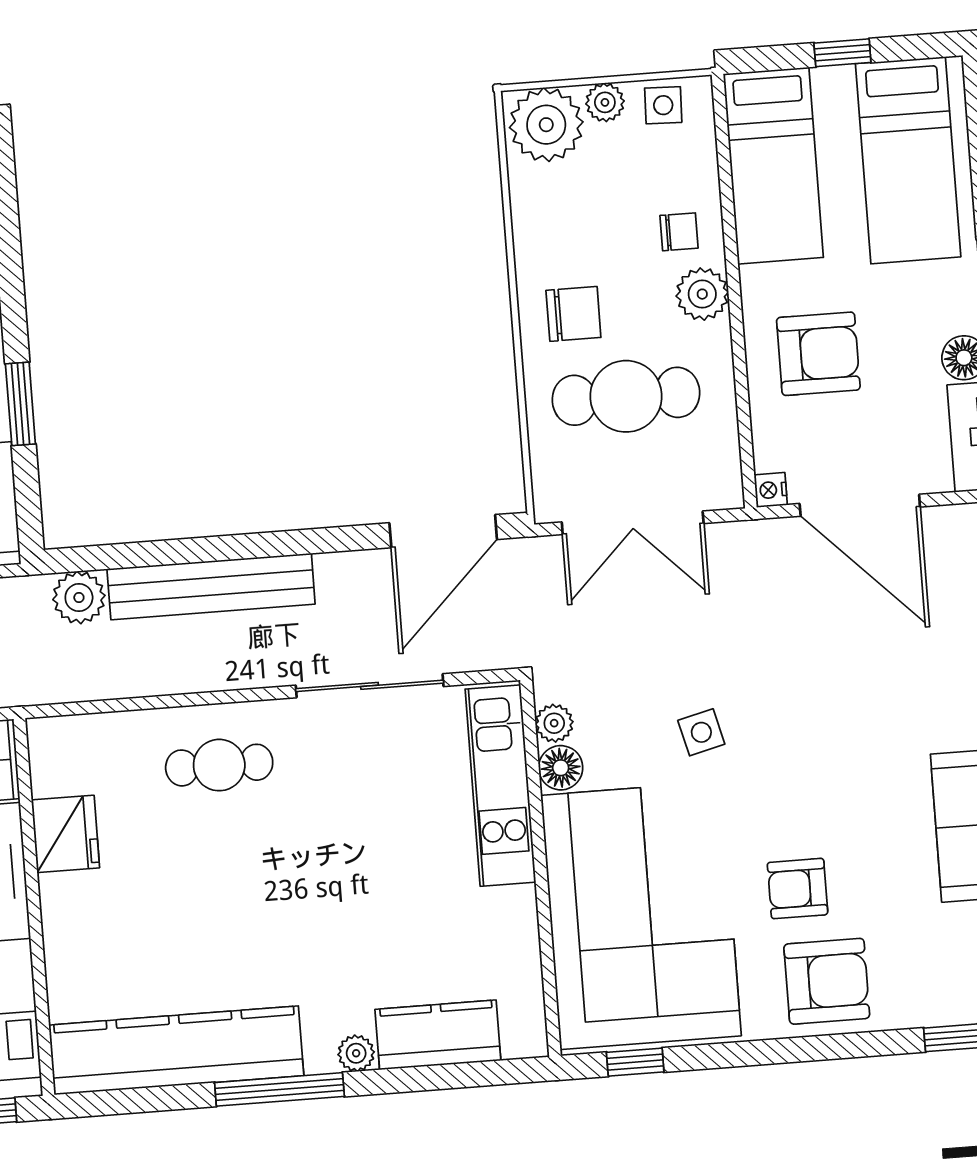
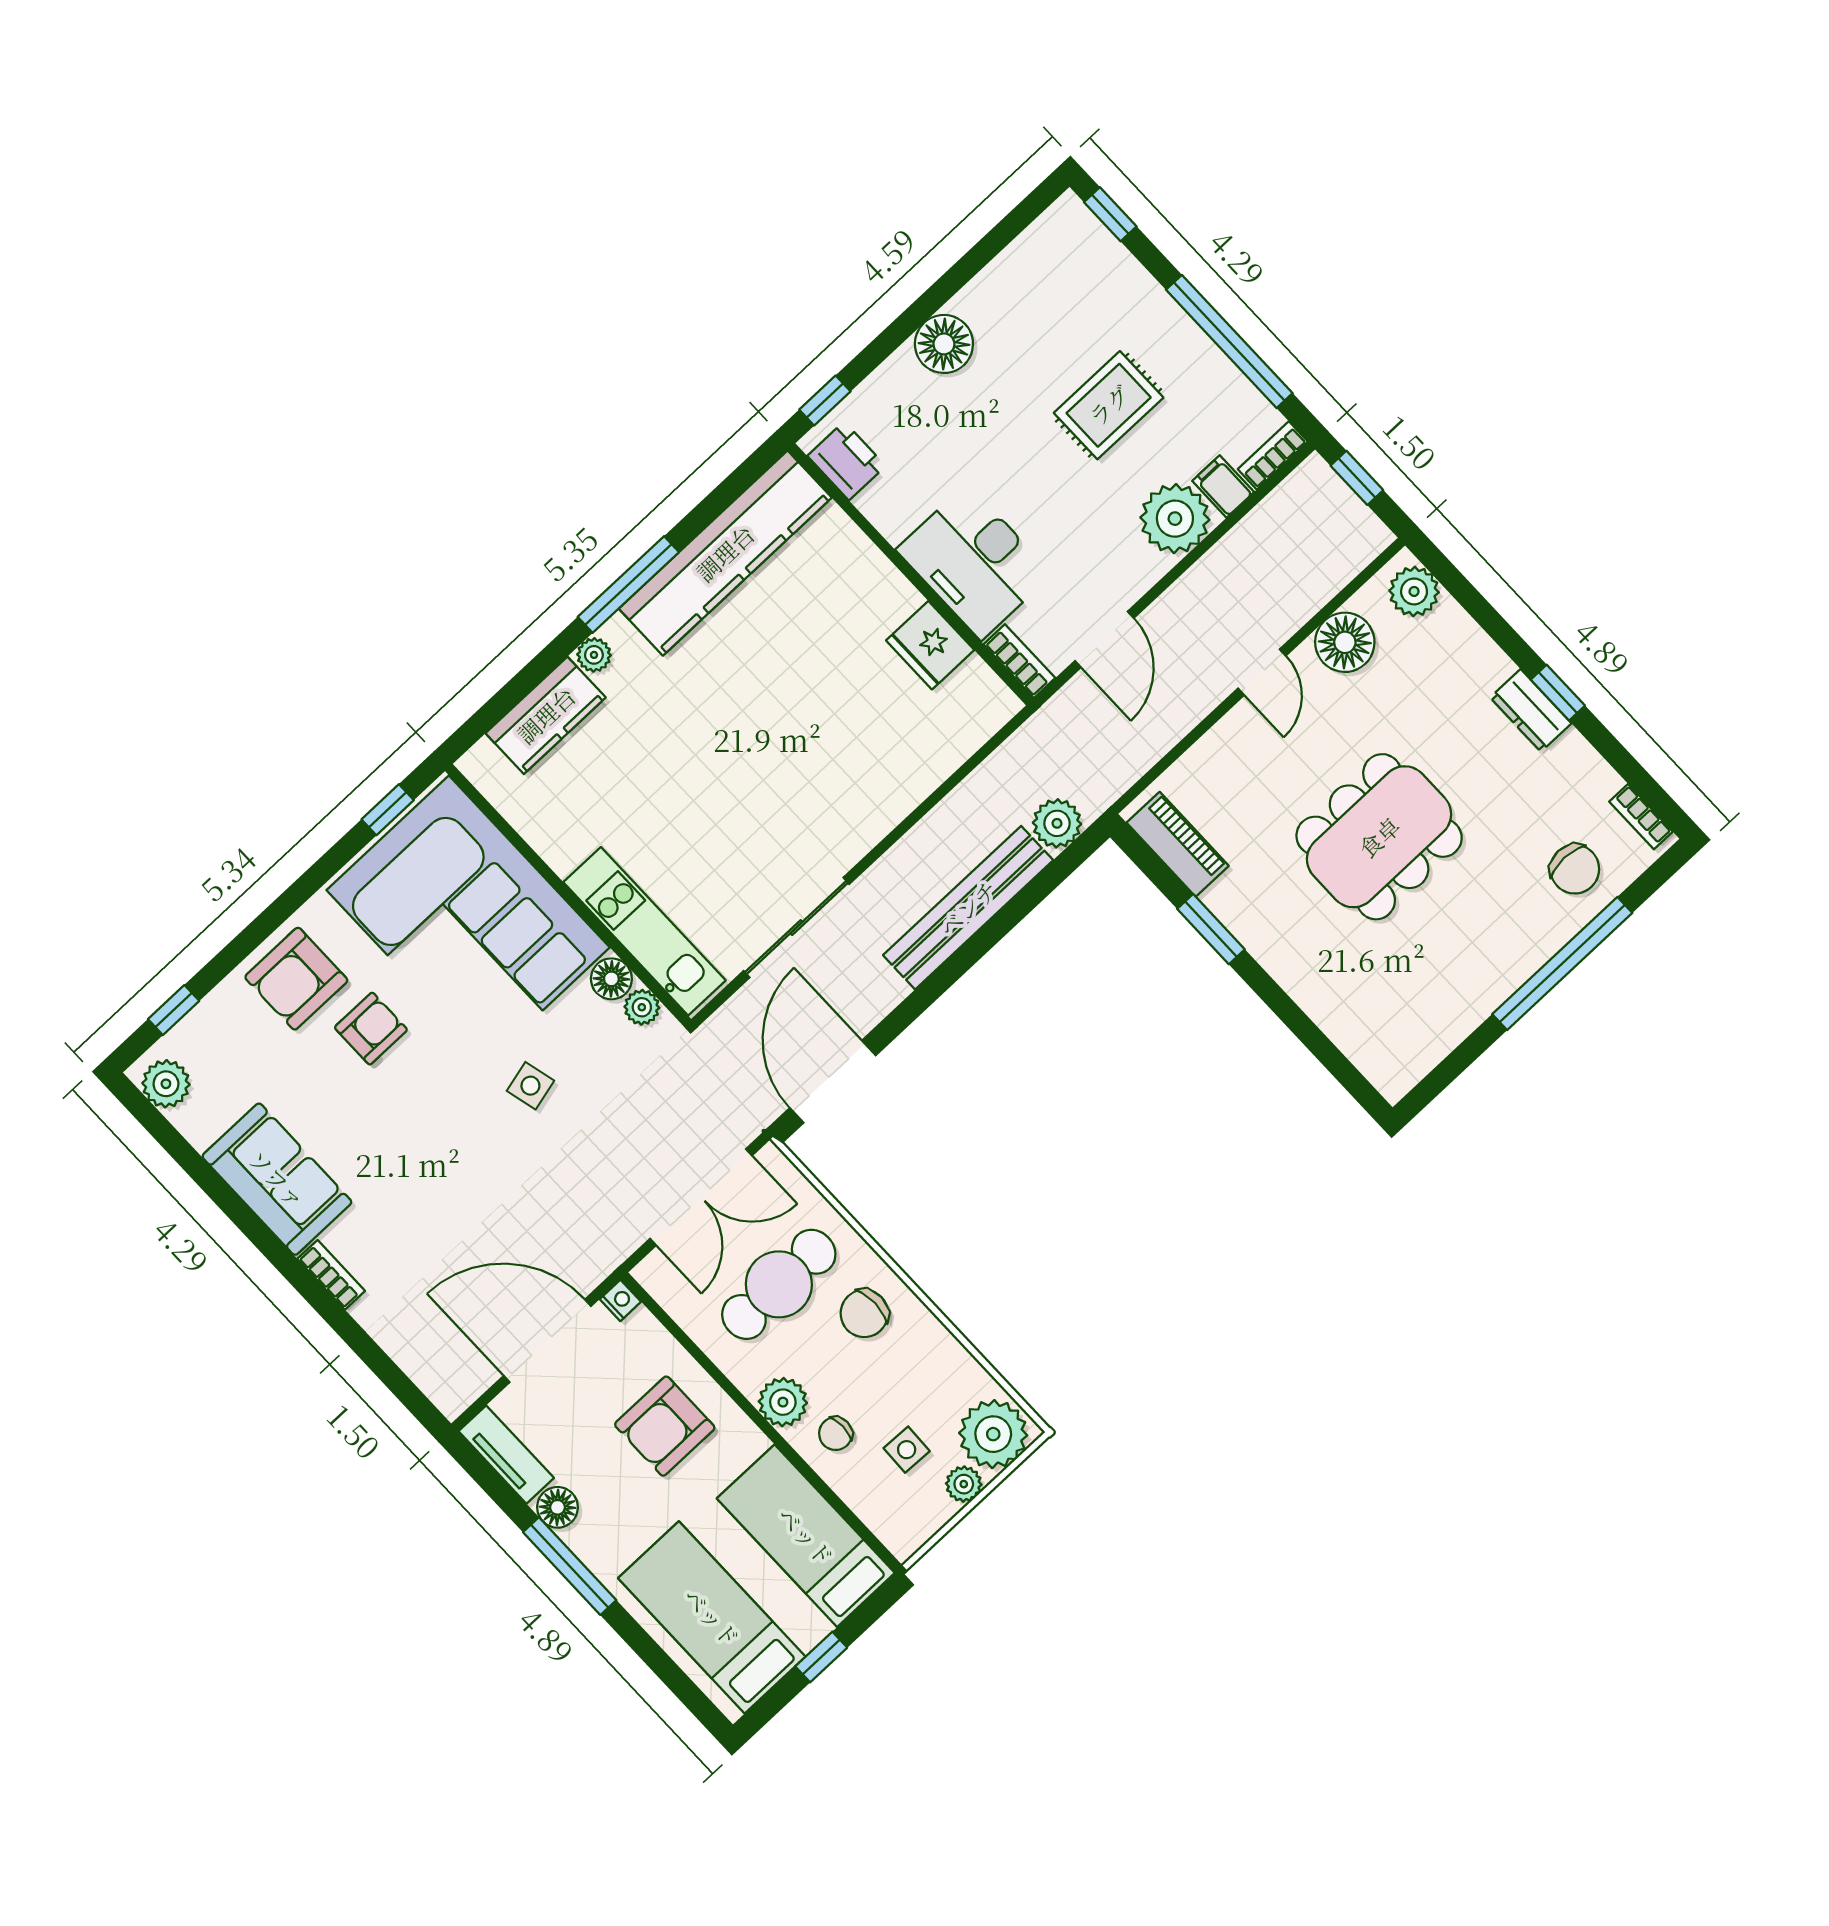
side table: (663, 105) -> (907, 1450), moved
double door: (633, 523) -> (701, 1197), swing flipped
cafe table: (219, 765) -> (859, 784), removed

